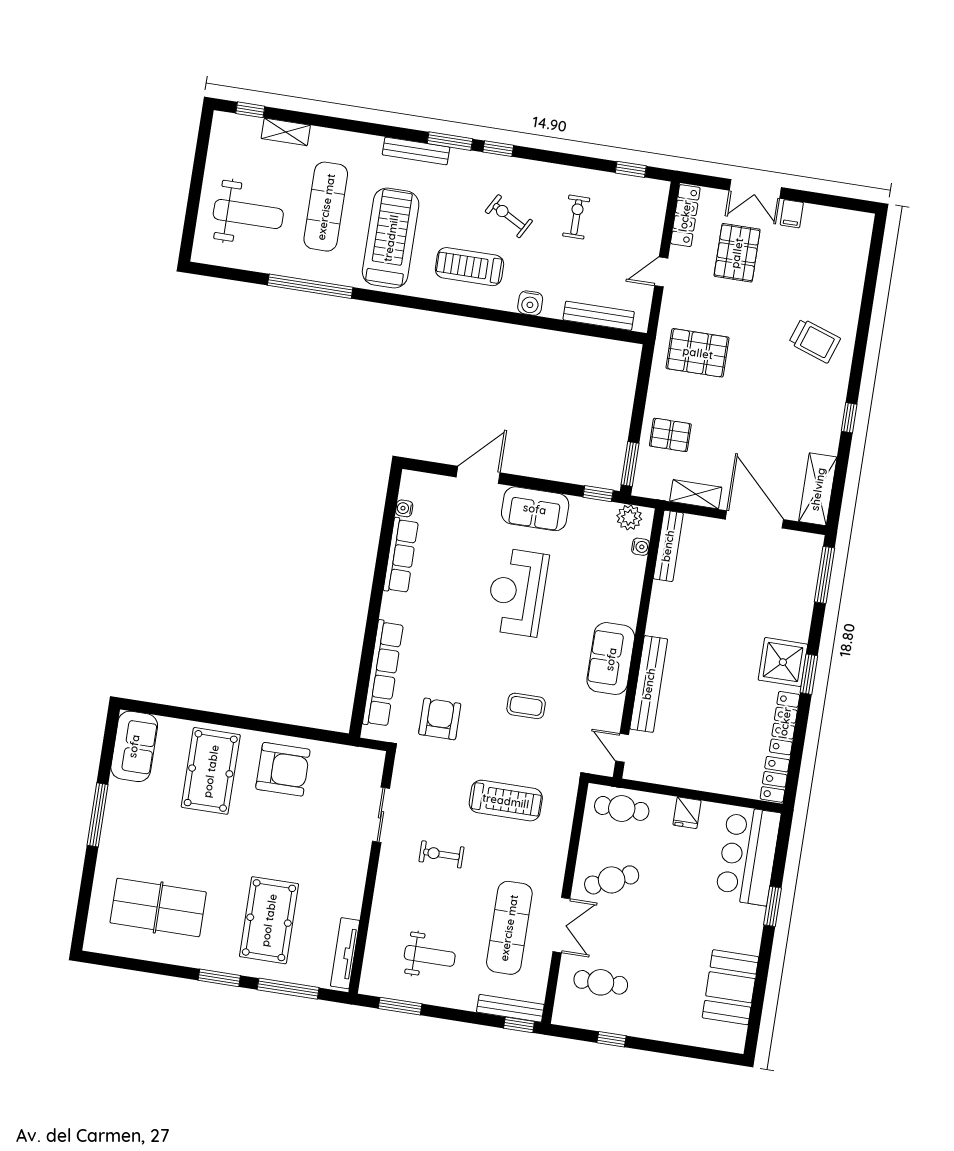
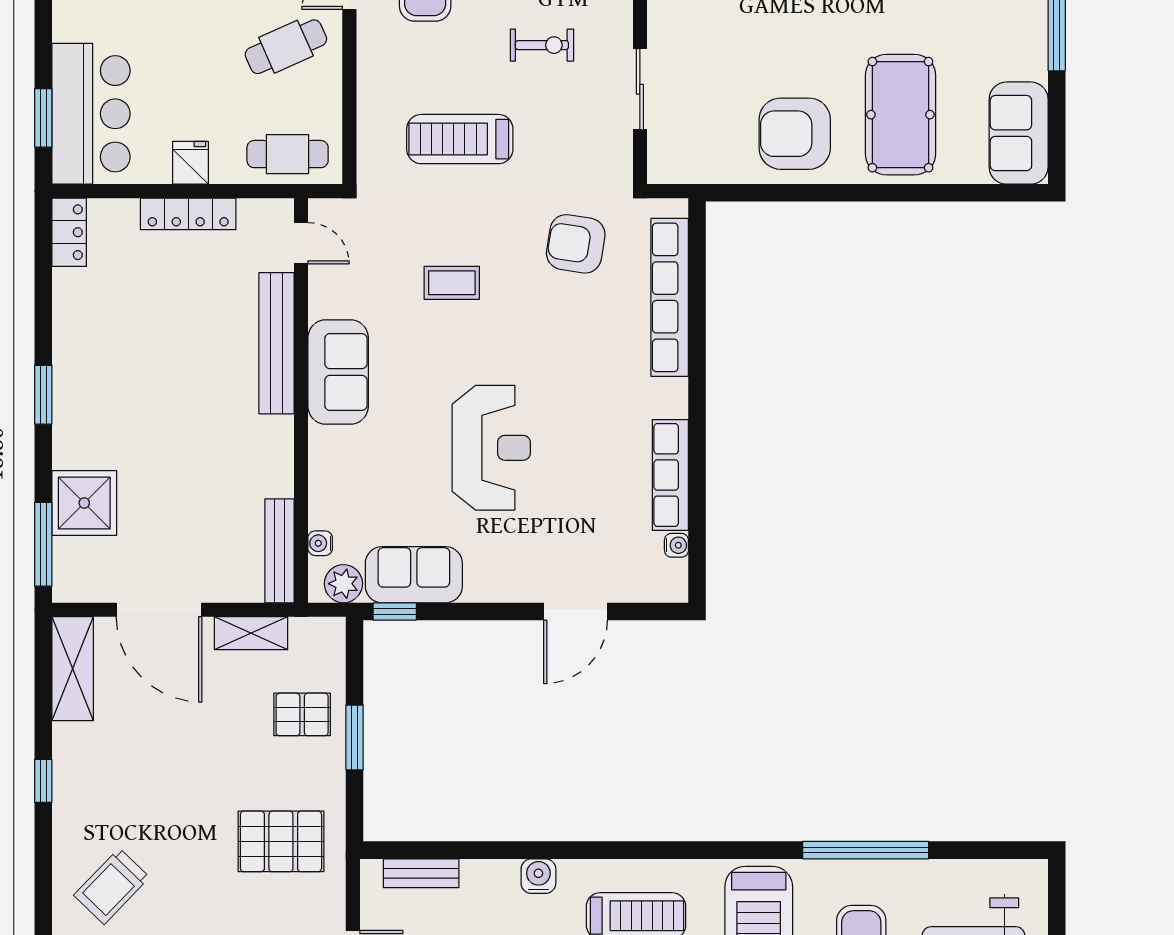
bench: (599, 316) -> (421, 873), width x0.73
trolley: (815, 341) -> (112, 886), turned -65
window: (630, 464) -> (355, 737), moved
sofa: (535, 509) -> (414, 575), moved
shower: (783, 662) -> (84, 503), moved
armchair: (440, 719) -> (576, 244), turned 99
locker: (785, 723) -> (188, 214), moved, turned 90
window: (773, 906) -> (43, 118), moved

